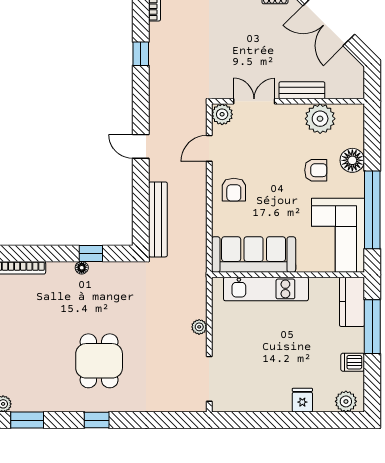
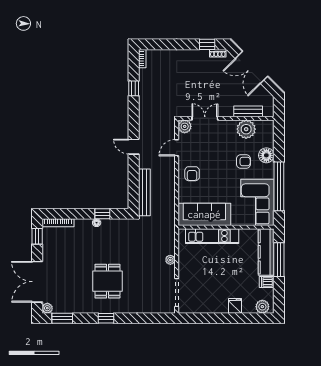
bench: (302, 90) -> (248, 111), moved
kitchen counter: (352, 302) -> (266, 252), width x1.50

